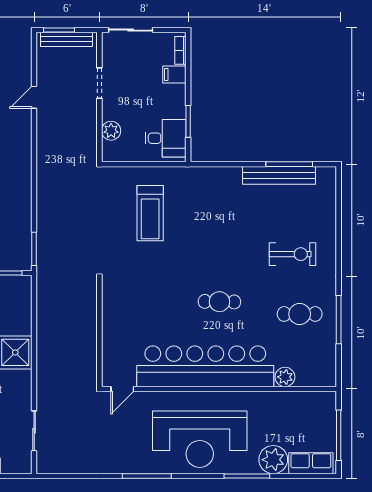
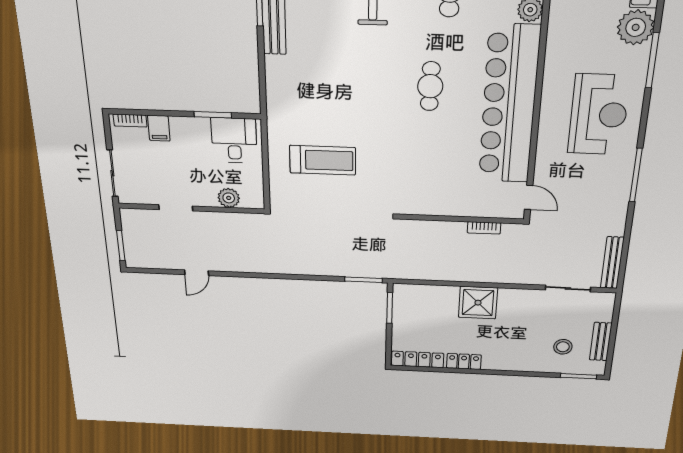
bench: (66, 39) -> (612, 263), moved
door: (34, 97) -> (197, 273), hinge flipped
bookcase: (92, 353) -> (484, 228), added
reception desk: (200, 439) -> (599, 115), width x0.74, depth x0.77

